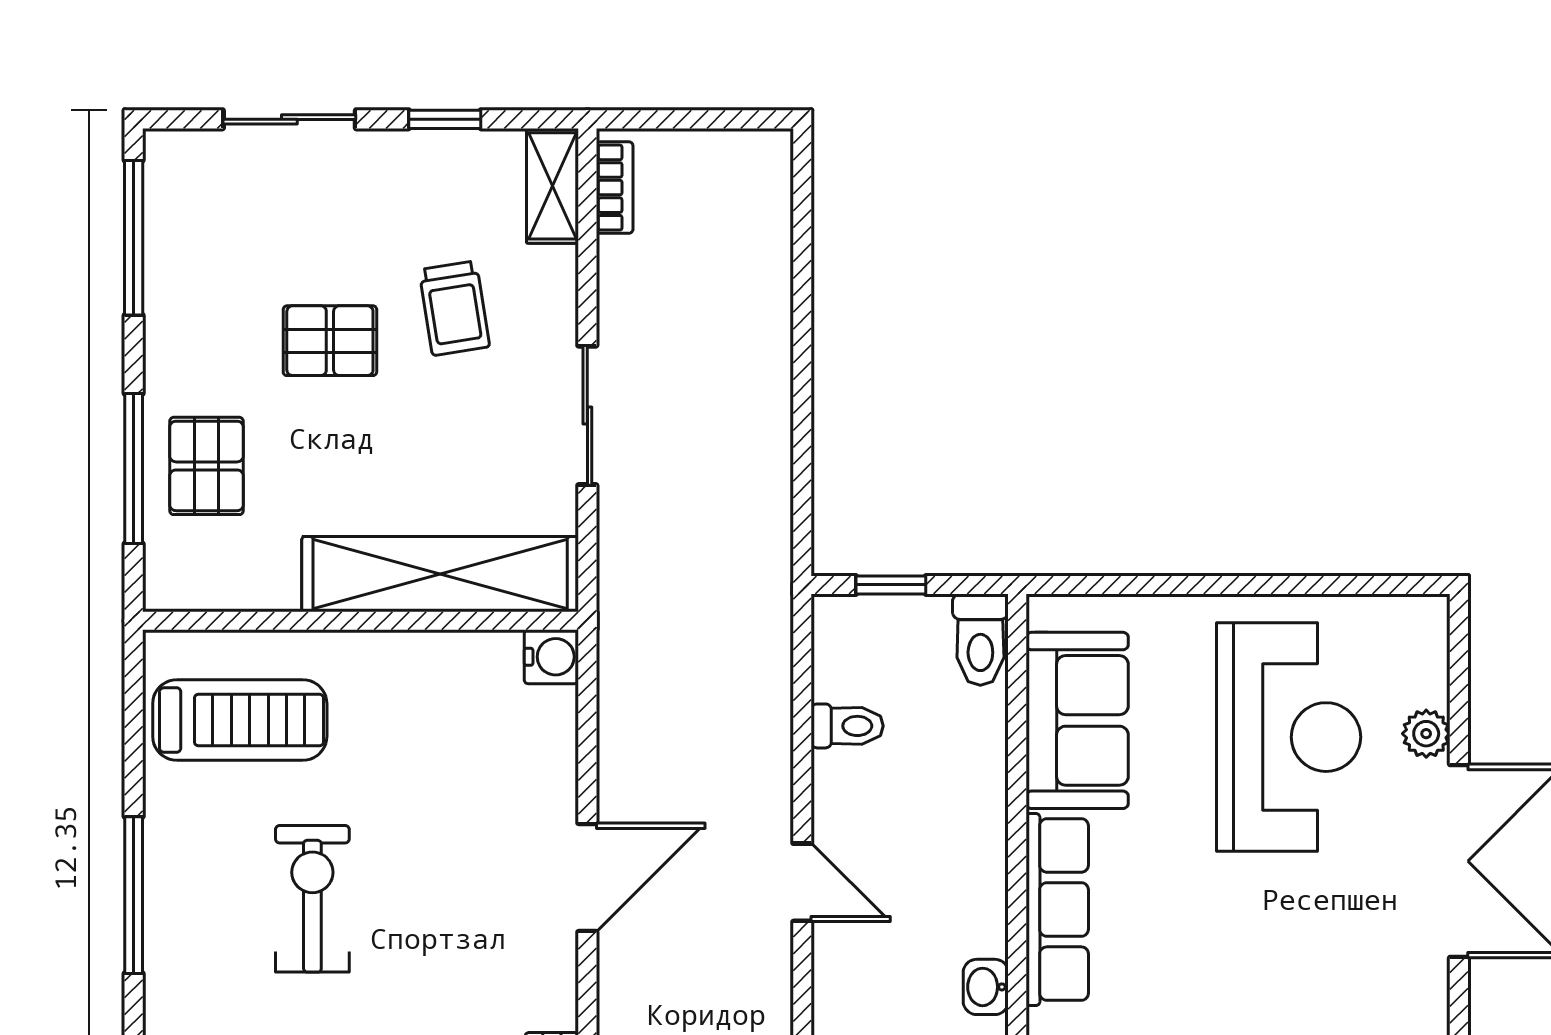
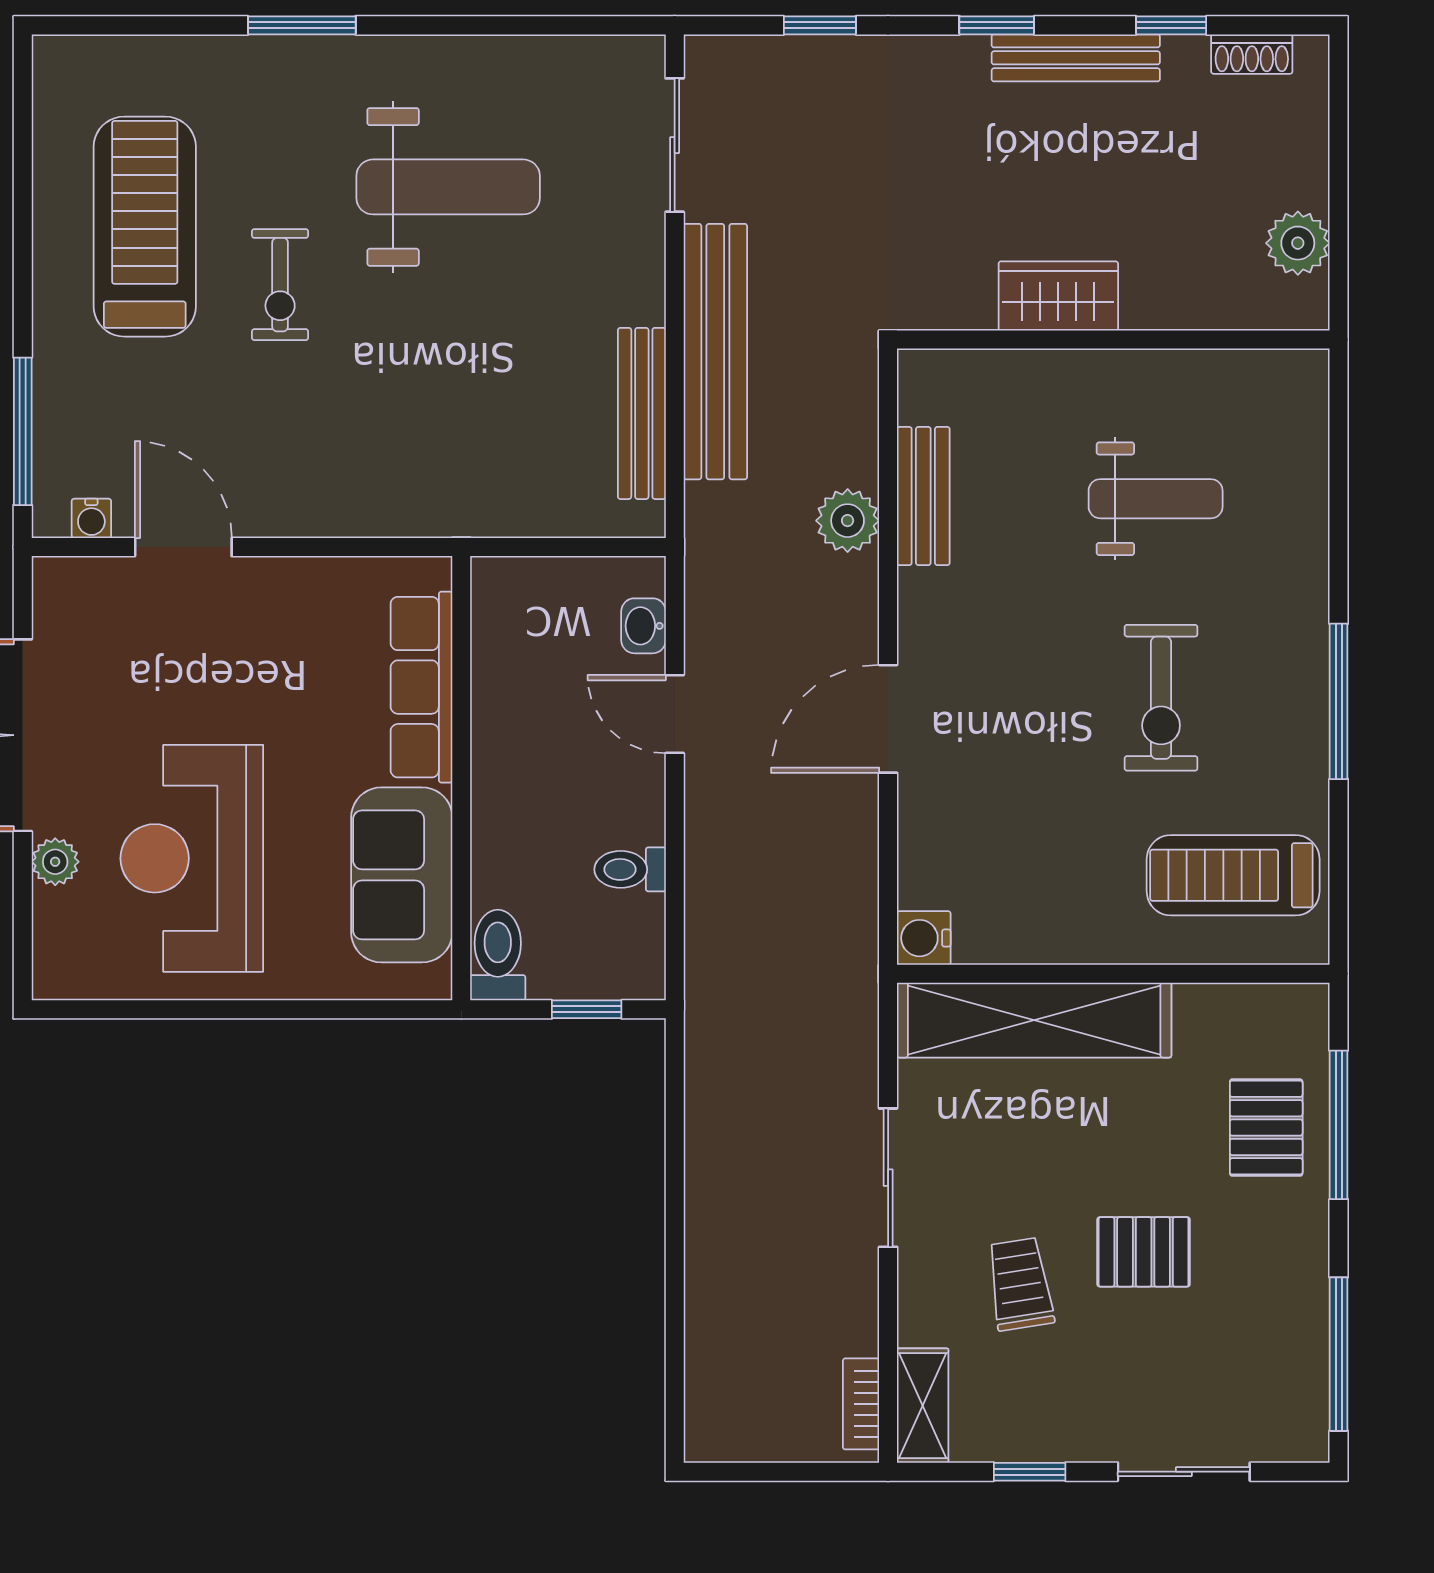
washbasin: (986, 987) -> (643, 626), moved, turned 180

